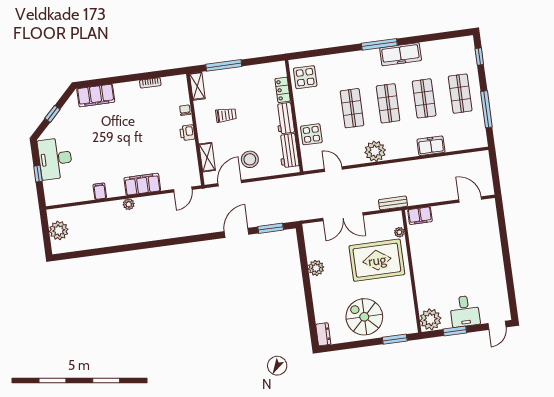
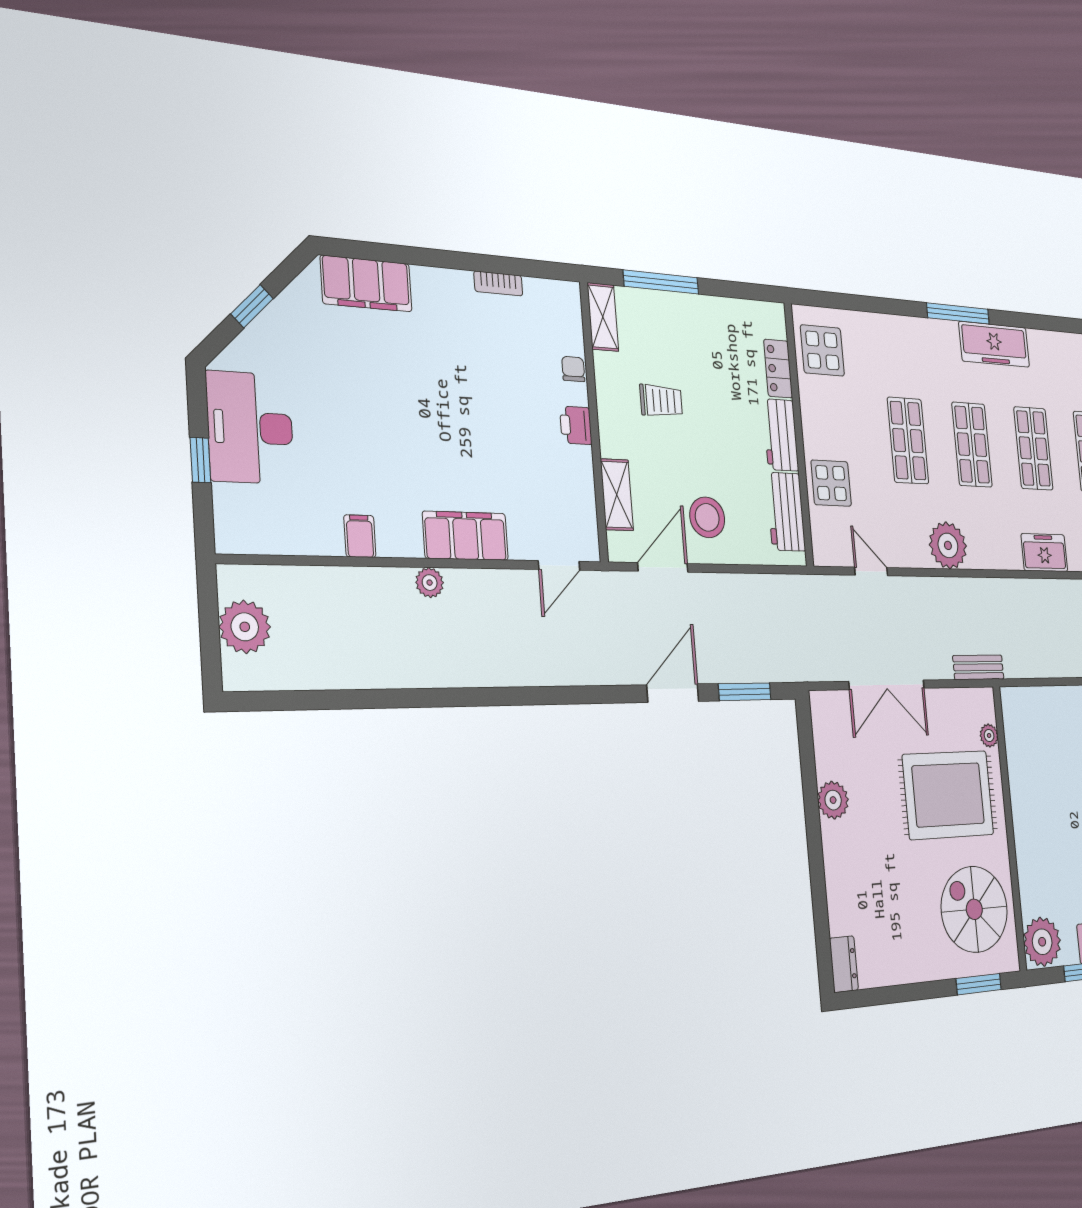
filing cabinet: (420, 216) -> (1025, 703), removed
spiral stairs: (364, 317) -> (974, 909), moved

